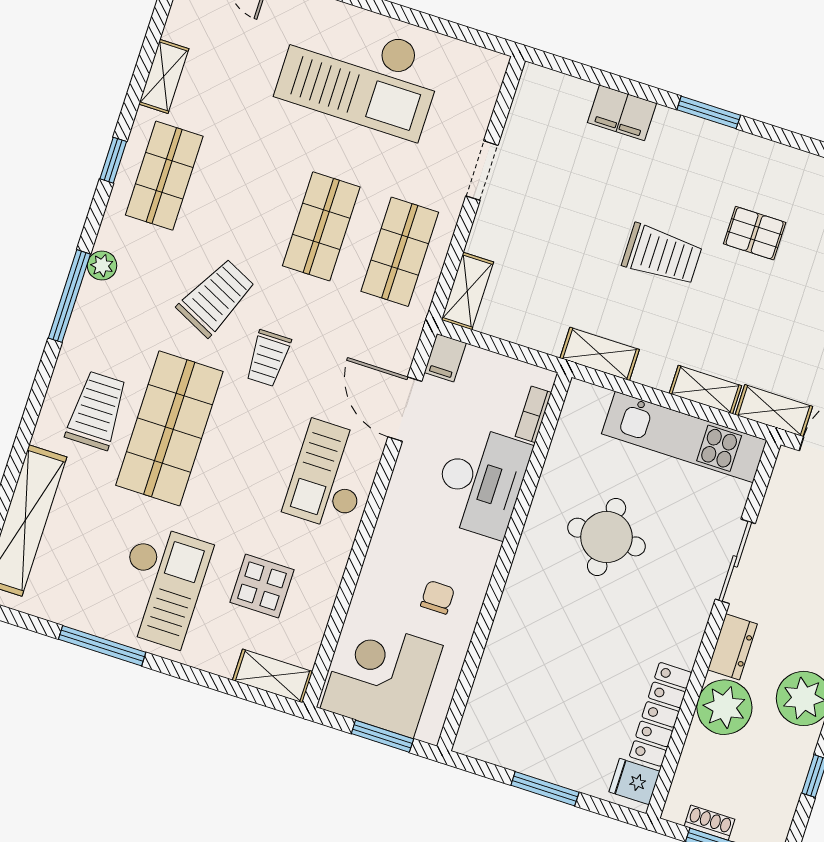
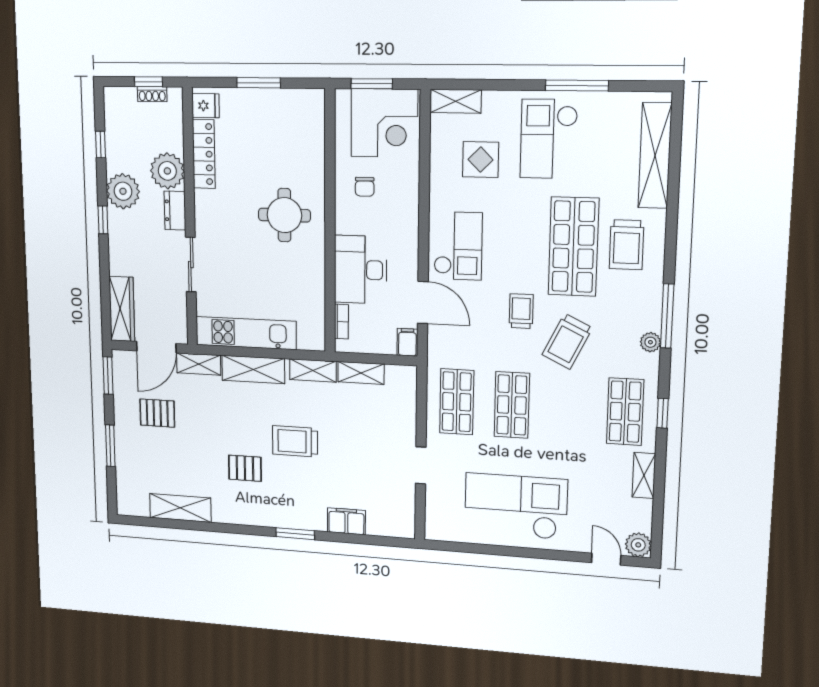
shelving: (467, 291) -> (361, 373), moved, turned 90
shelving: (705, 390) -> (253, 369), width x1.50, depth x1.33
round table: (607, 537) -> (284, 215), moved

